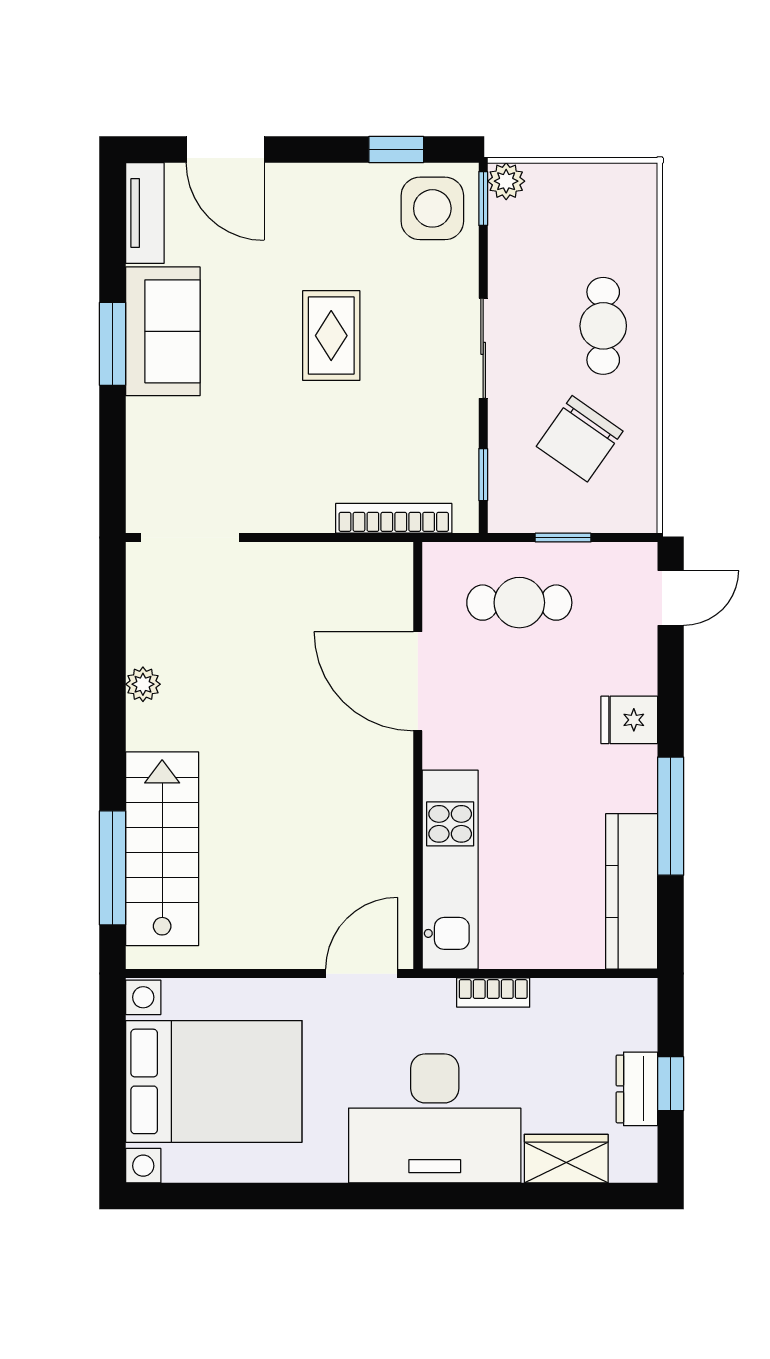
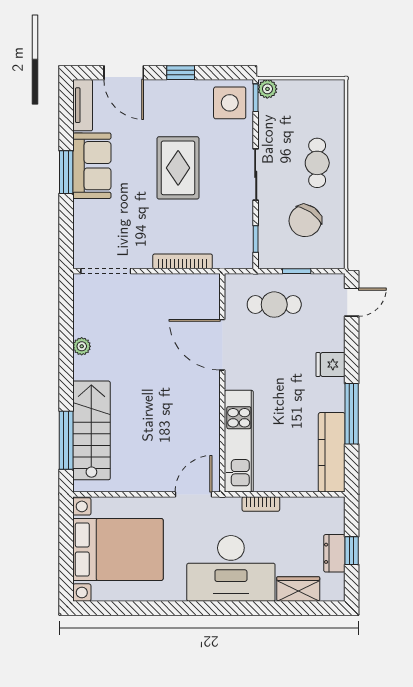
window: (396, 149) -> (181, 73), moved
rug: (331, 336) -> (178, 168), width x1.36, depth x1.43
bookcase: (394, 518) -> (183, 261), moved

